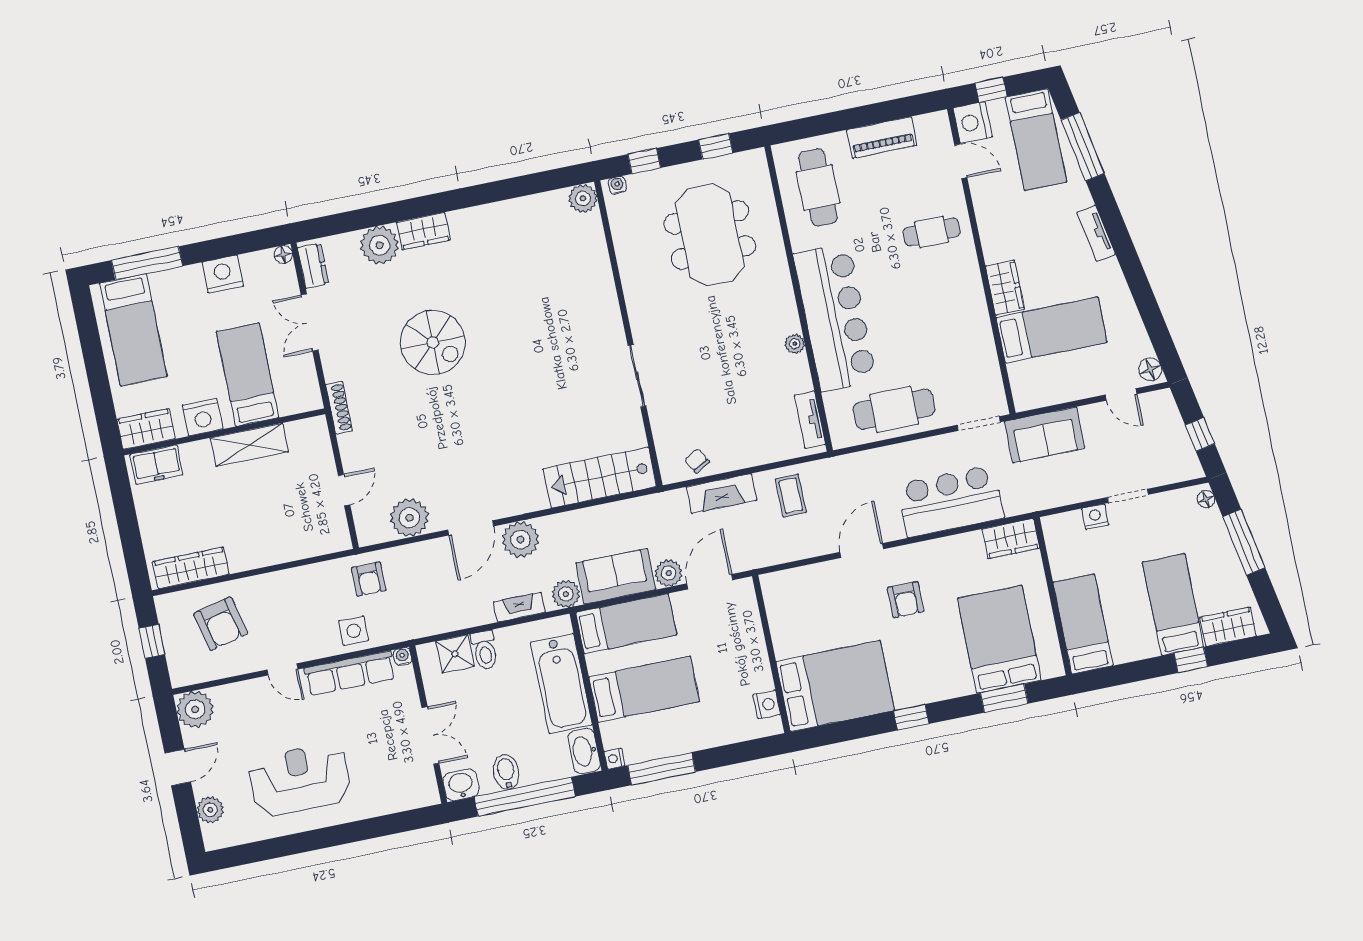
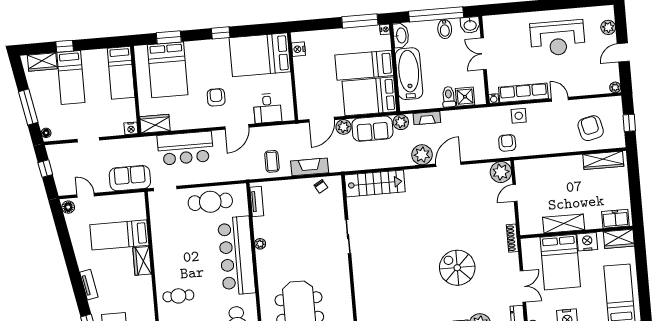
bed: (247, 375) -> (560, 262), width x1.50
nightstand: (1095, 517) -> (131, 128), moved
plant: (409, 518) -> (501, 172), moved
desk: (810, 591) -> (267, 108), added
bed: (626, 624) -> (369, 96), width x1.50
plant: (195, 709) -> (615, 87), width x0.53, depth x0.53

